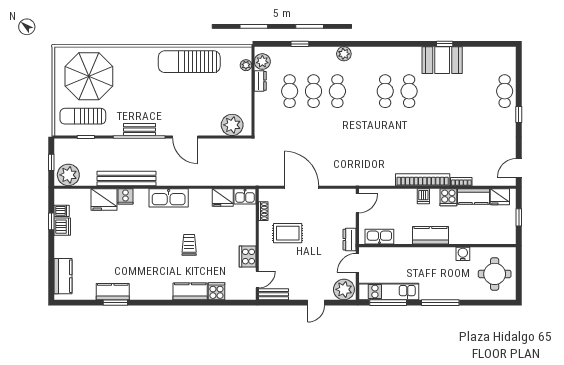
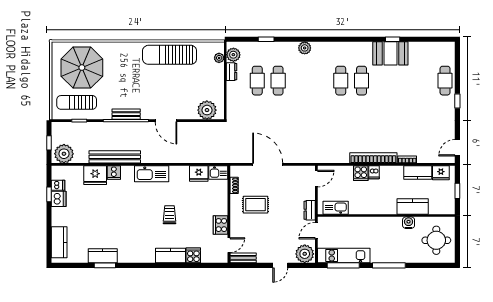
cafe table: (337, 91) -> (299, 81), removed
cooker: (448, 197) -> (361, 173), moved
kitchen counter: (431, 235) -> (413, 206), moved

